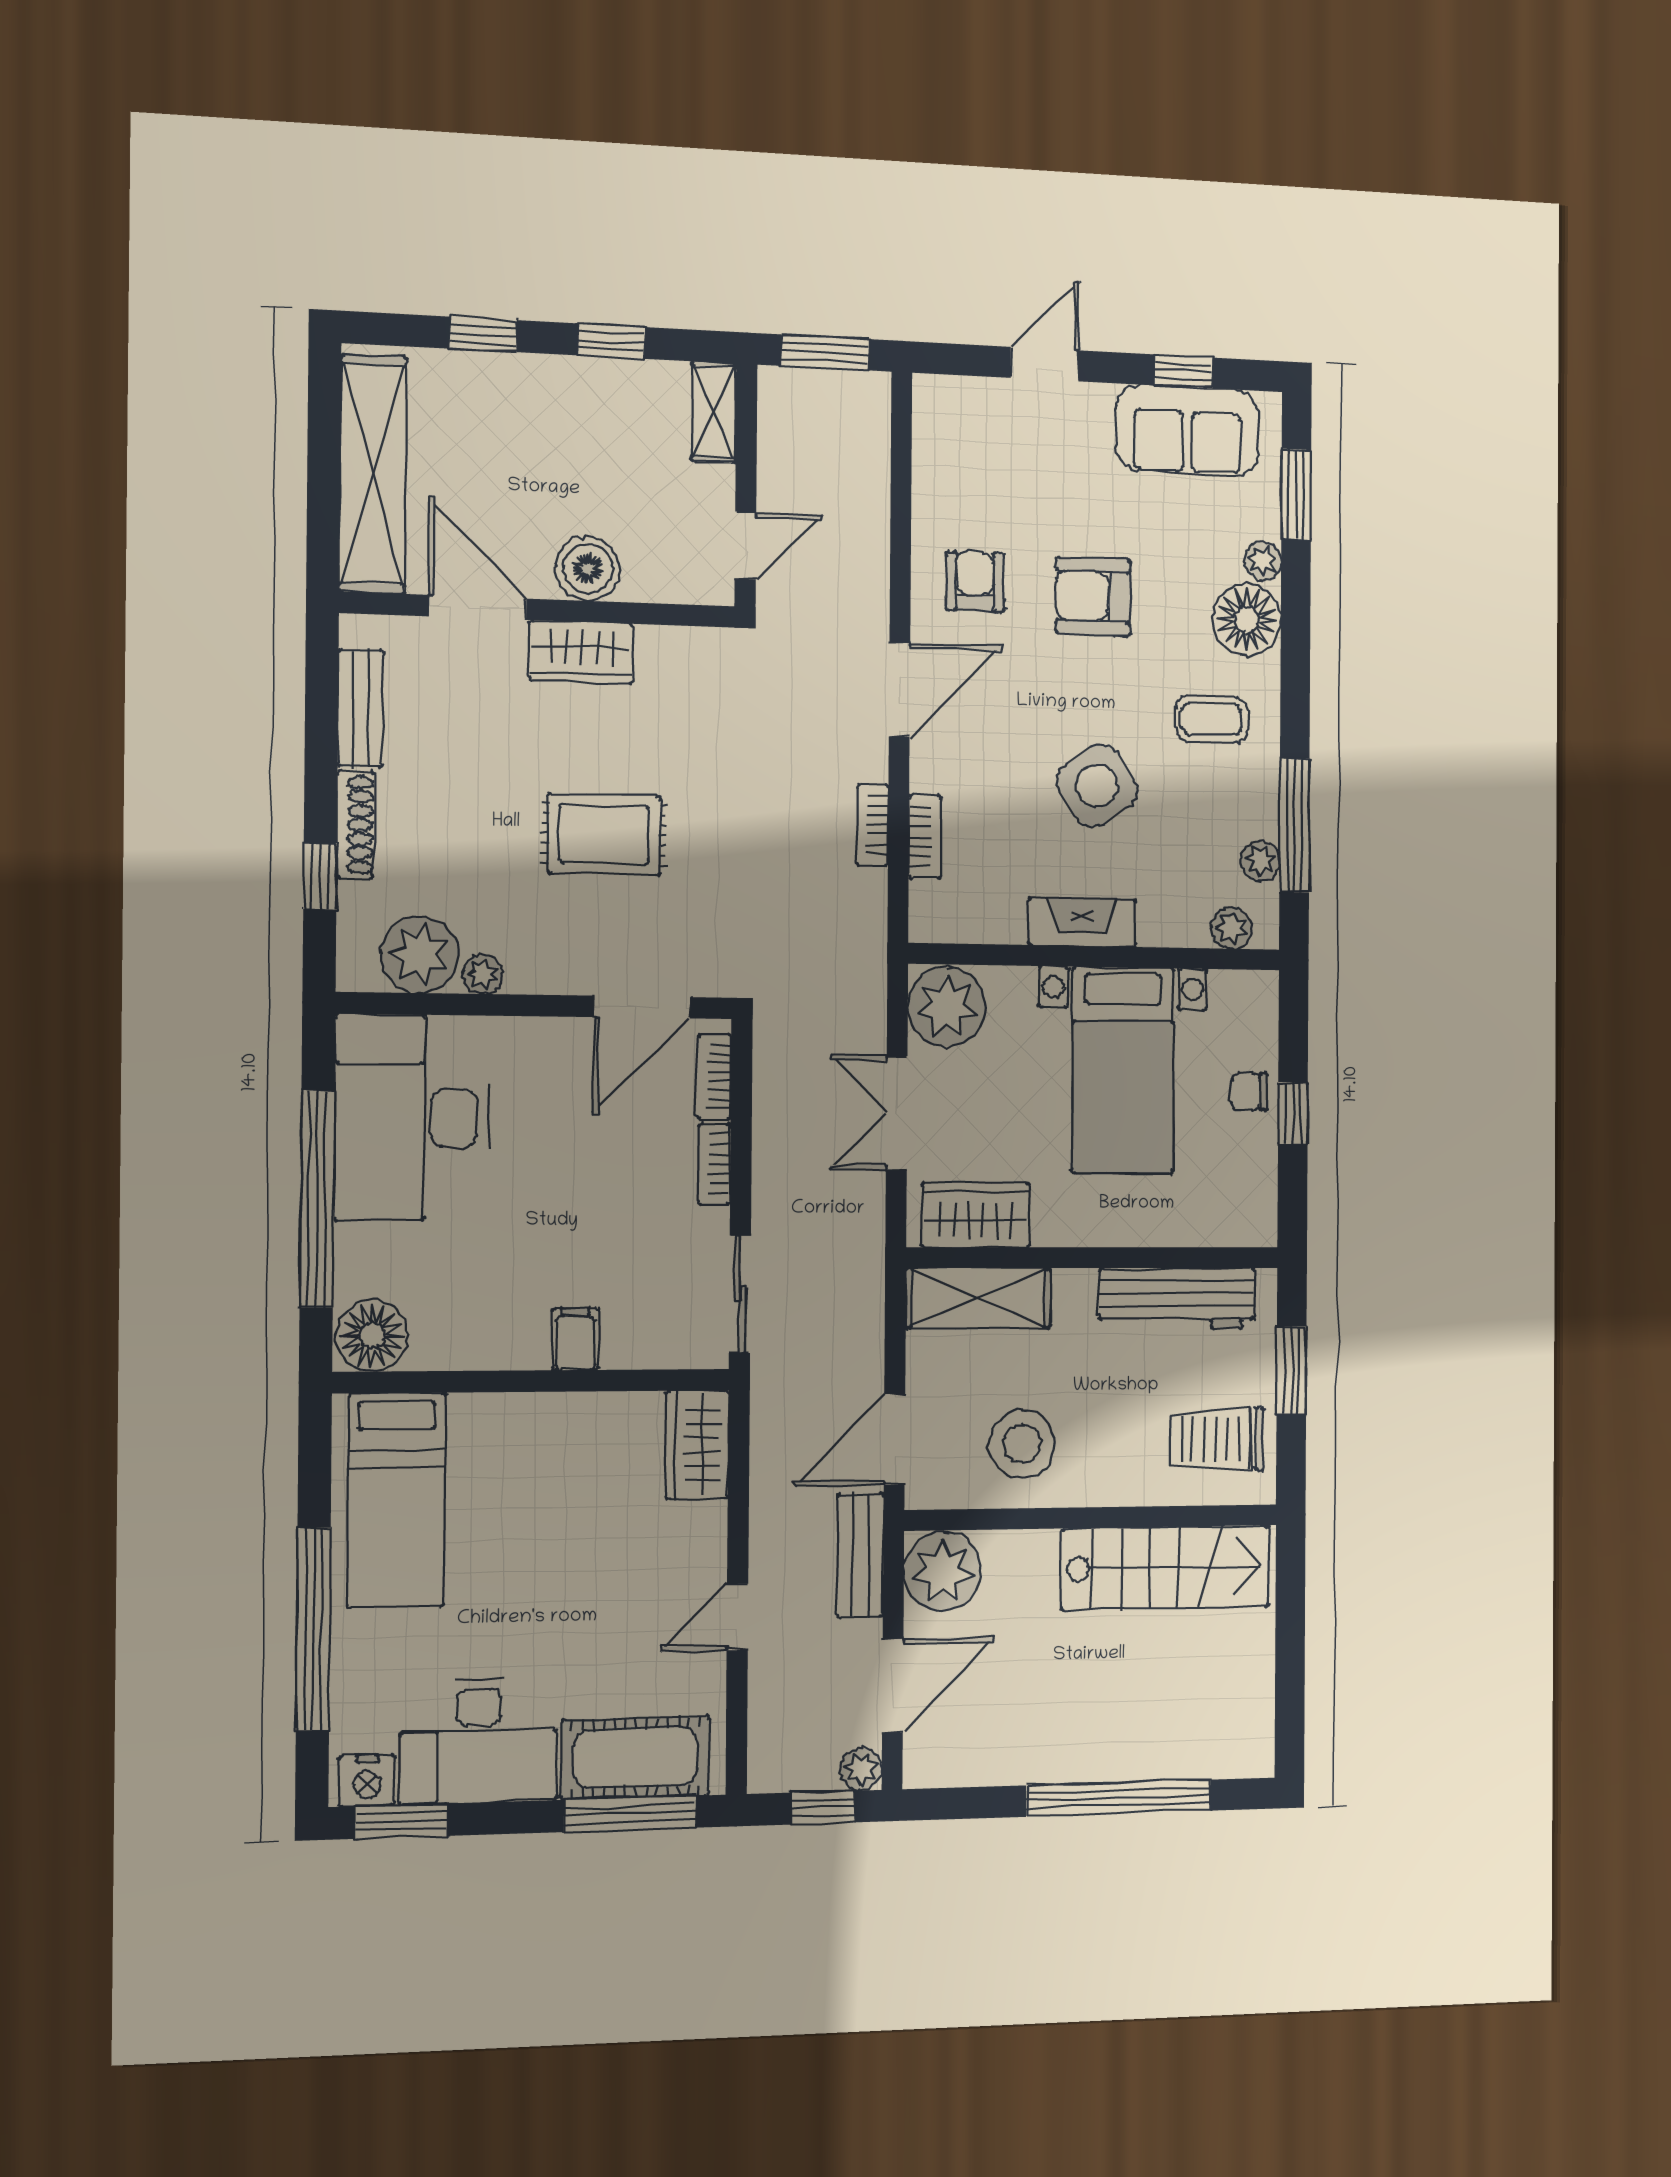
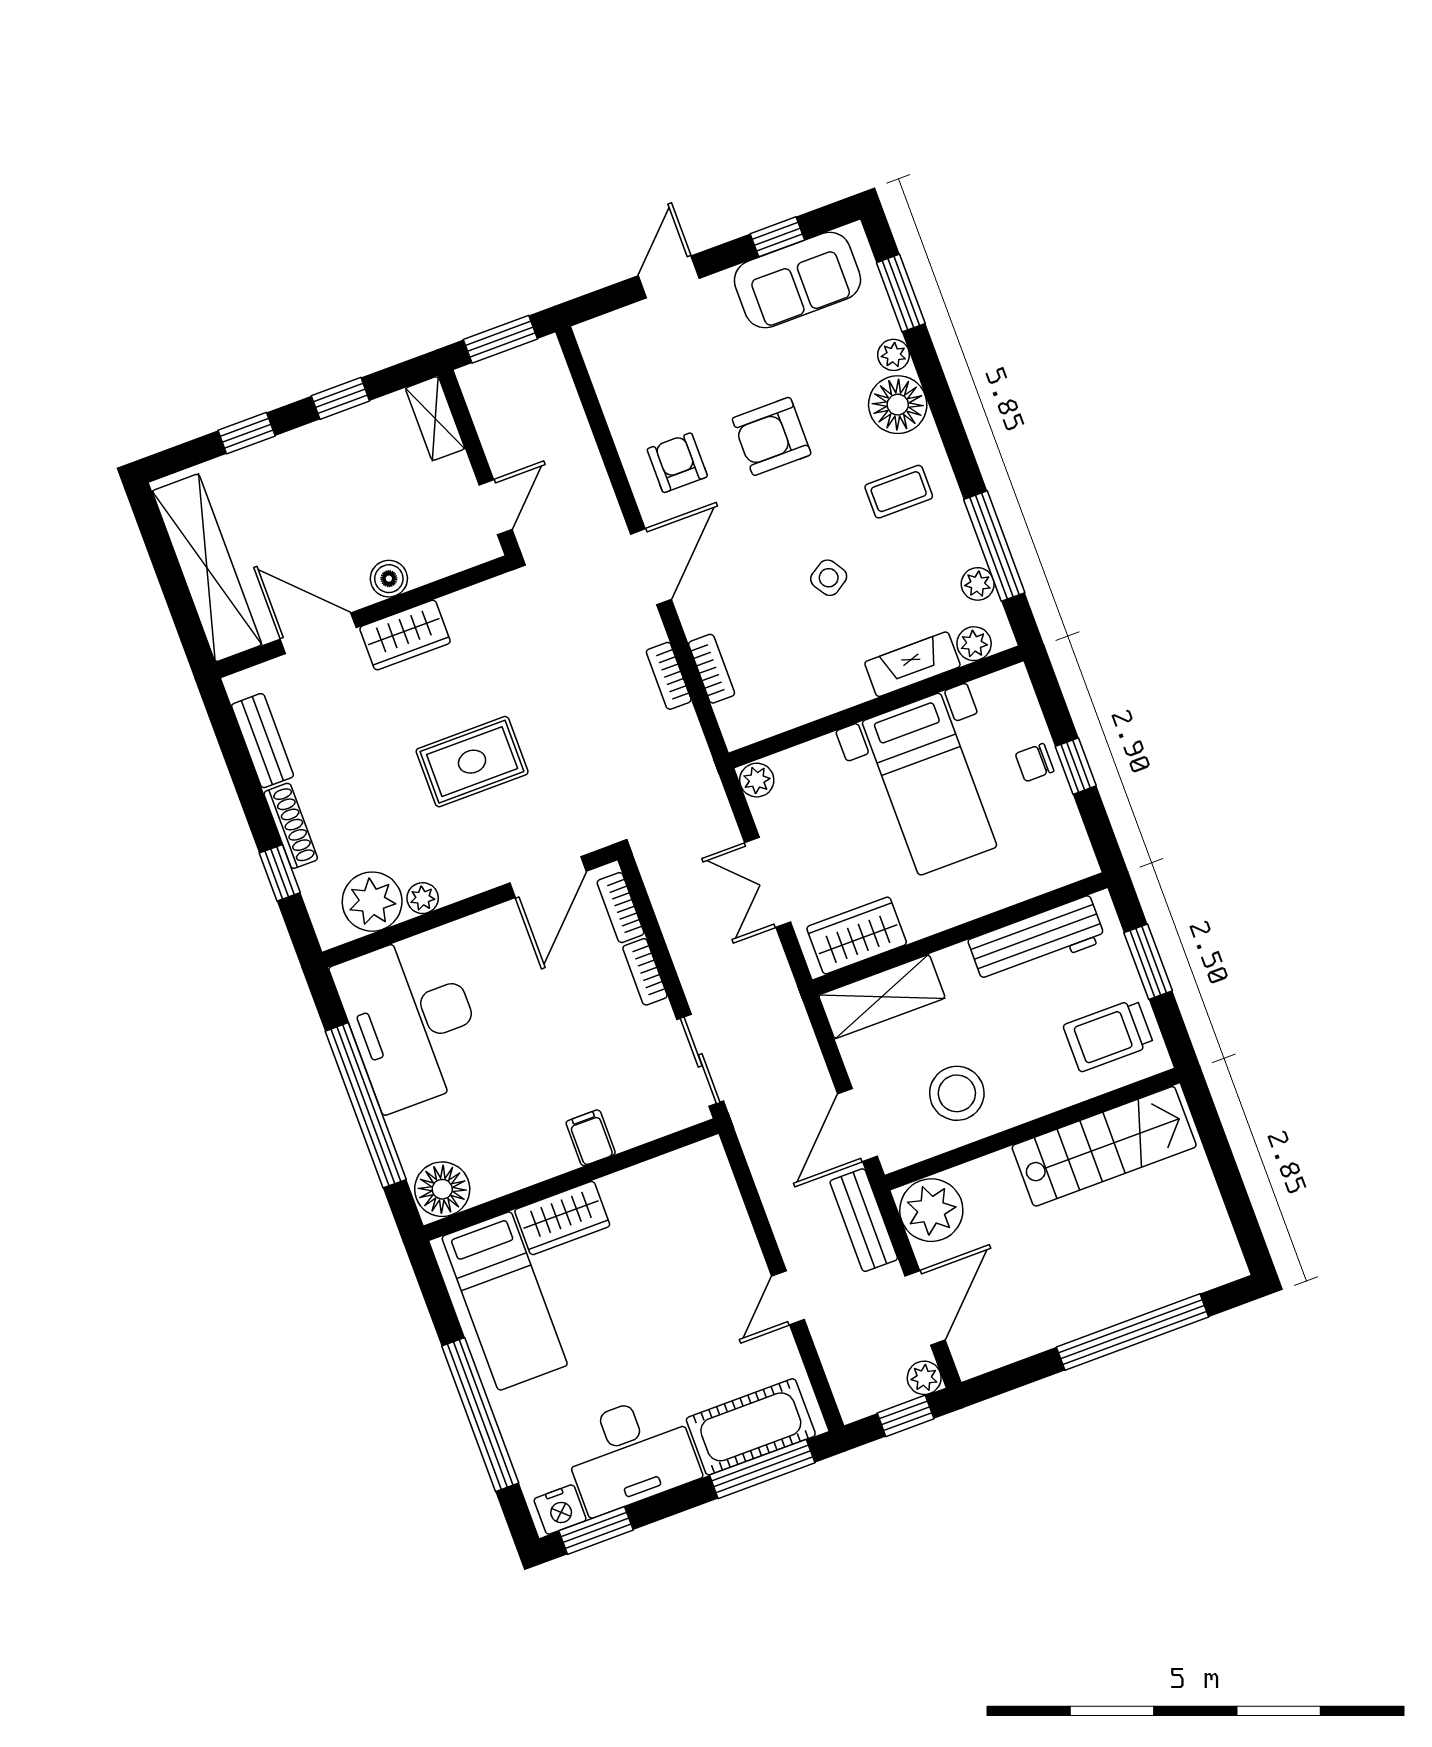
boiler: (588, 569) -> (389, 579), width x0.73, depth x0.73
side table: (1097, 786) -> (829, 578), width x0.54, depth x0.54
fireplace: (1082, 922) -> (912, 664), moved
plant: (947, 1007) -> (757, 780), width x0.53, depth x0.53
wardrobe: (697, 1445) -> (562, 1218), moved, turned -90

